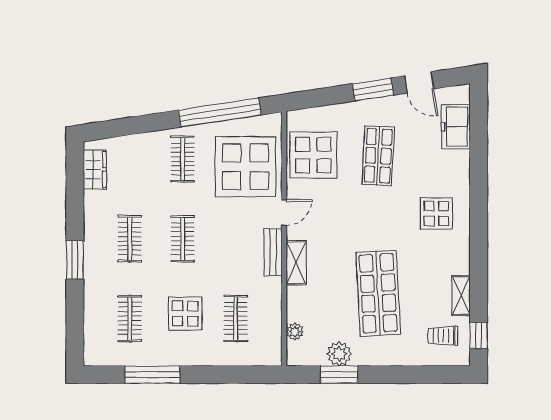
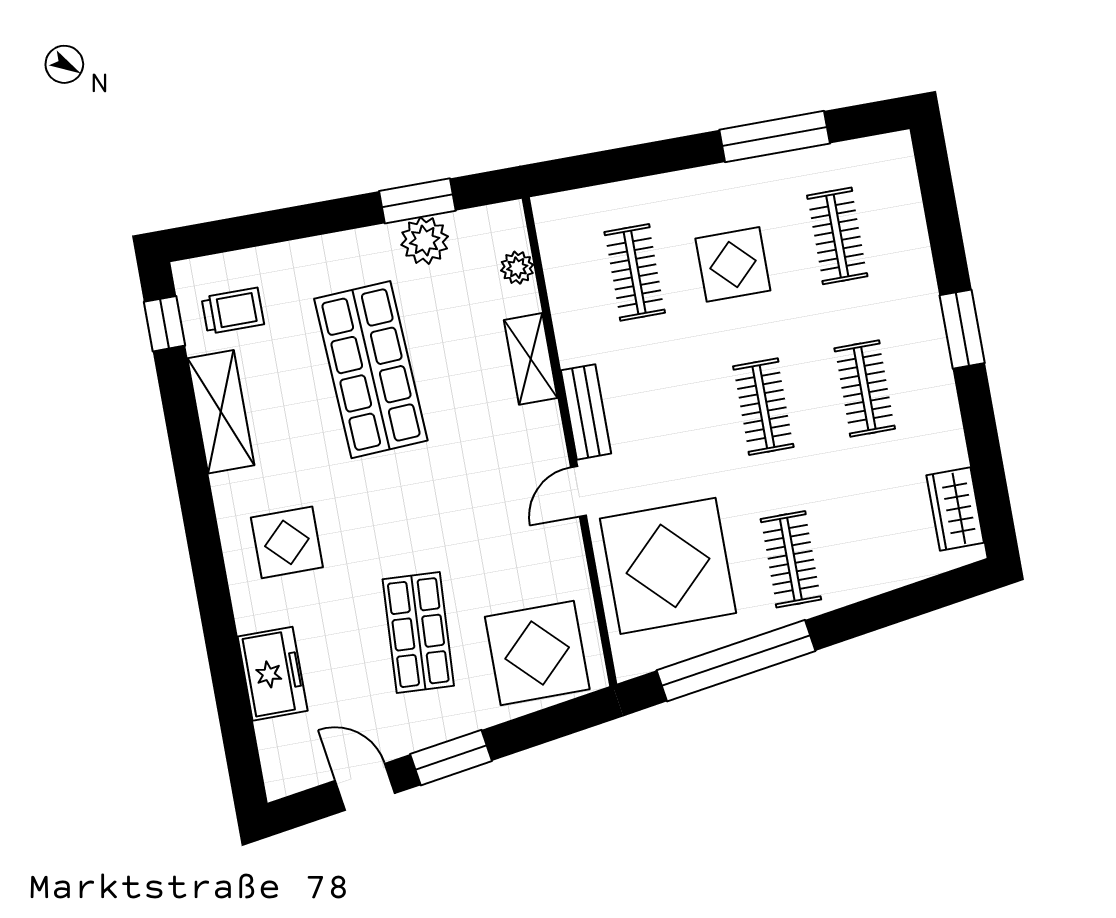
freezer: (456, 127) -> (273, 674), moved
display table: (313, 155) -> (537, 653), moved
shelving: (296, 263) -> (531, 359), moved
shelving: (461, 296) -> (221, 412), width x1.50, depth x1.33

